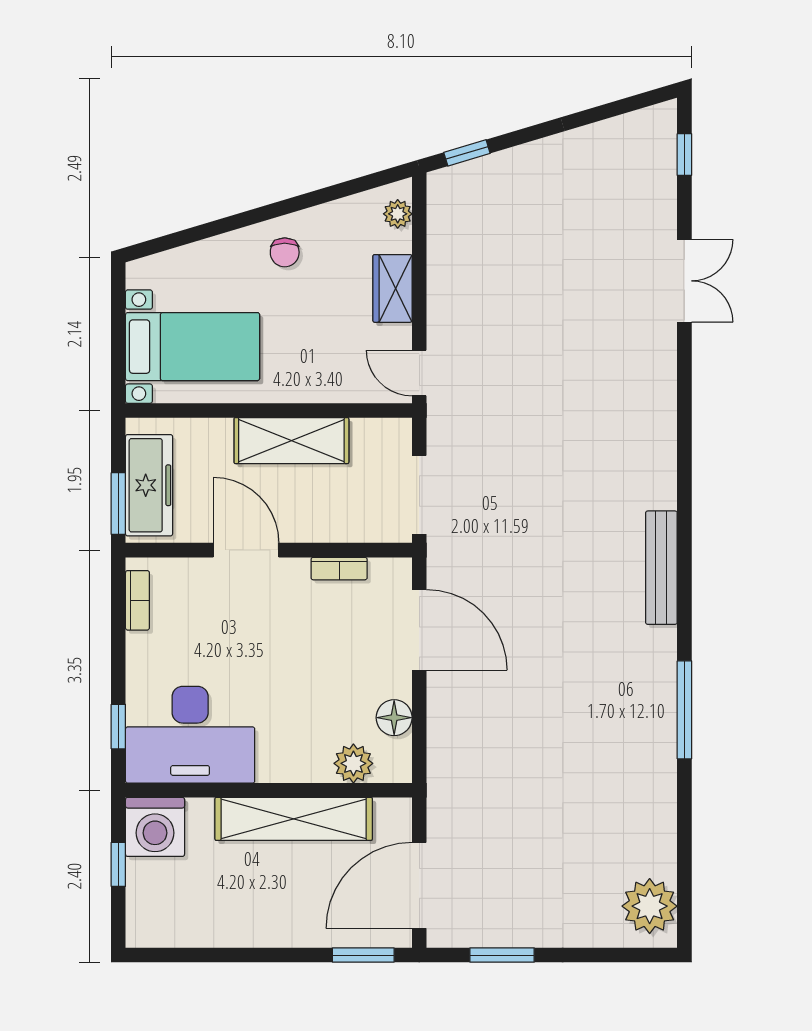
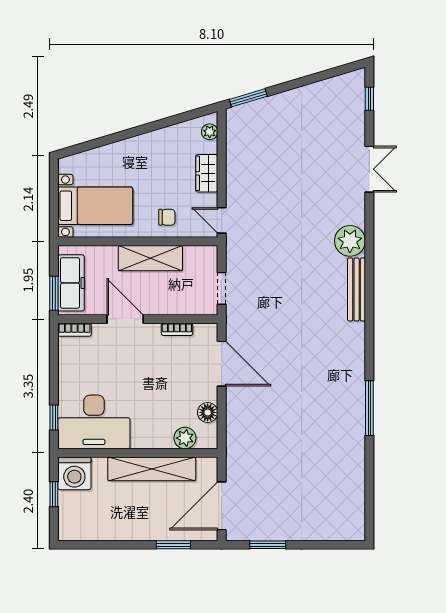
window: (467, 153) -> (248, 98), width x1.50
chair: (285, 252) -> (167, 217), moved, turned -90
doorway: (419, 495) -> (222, 288), width x0.73
bench: (661, 568) -> (357, 289), moved
bookcase: (137, 600) -> (75, 330), moved, turned 90
plant: (650, 906) -> (350, 241), moved
window: (363, 955) -> (173, 545), moved

